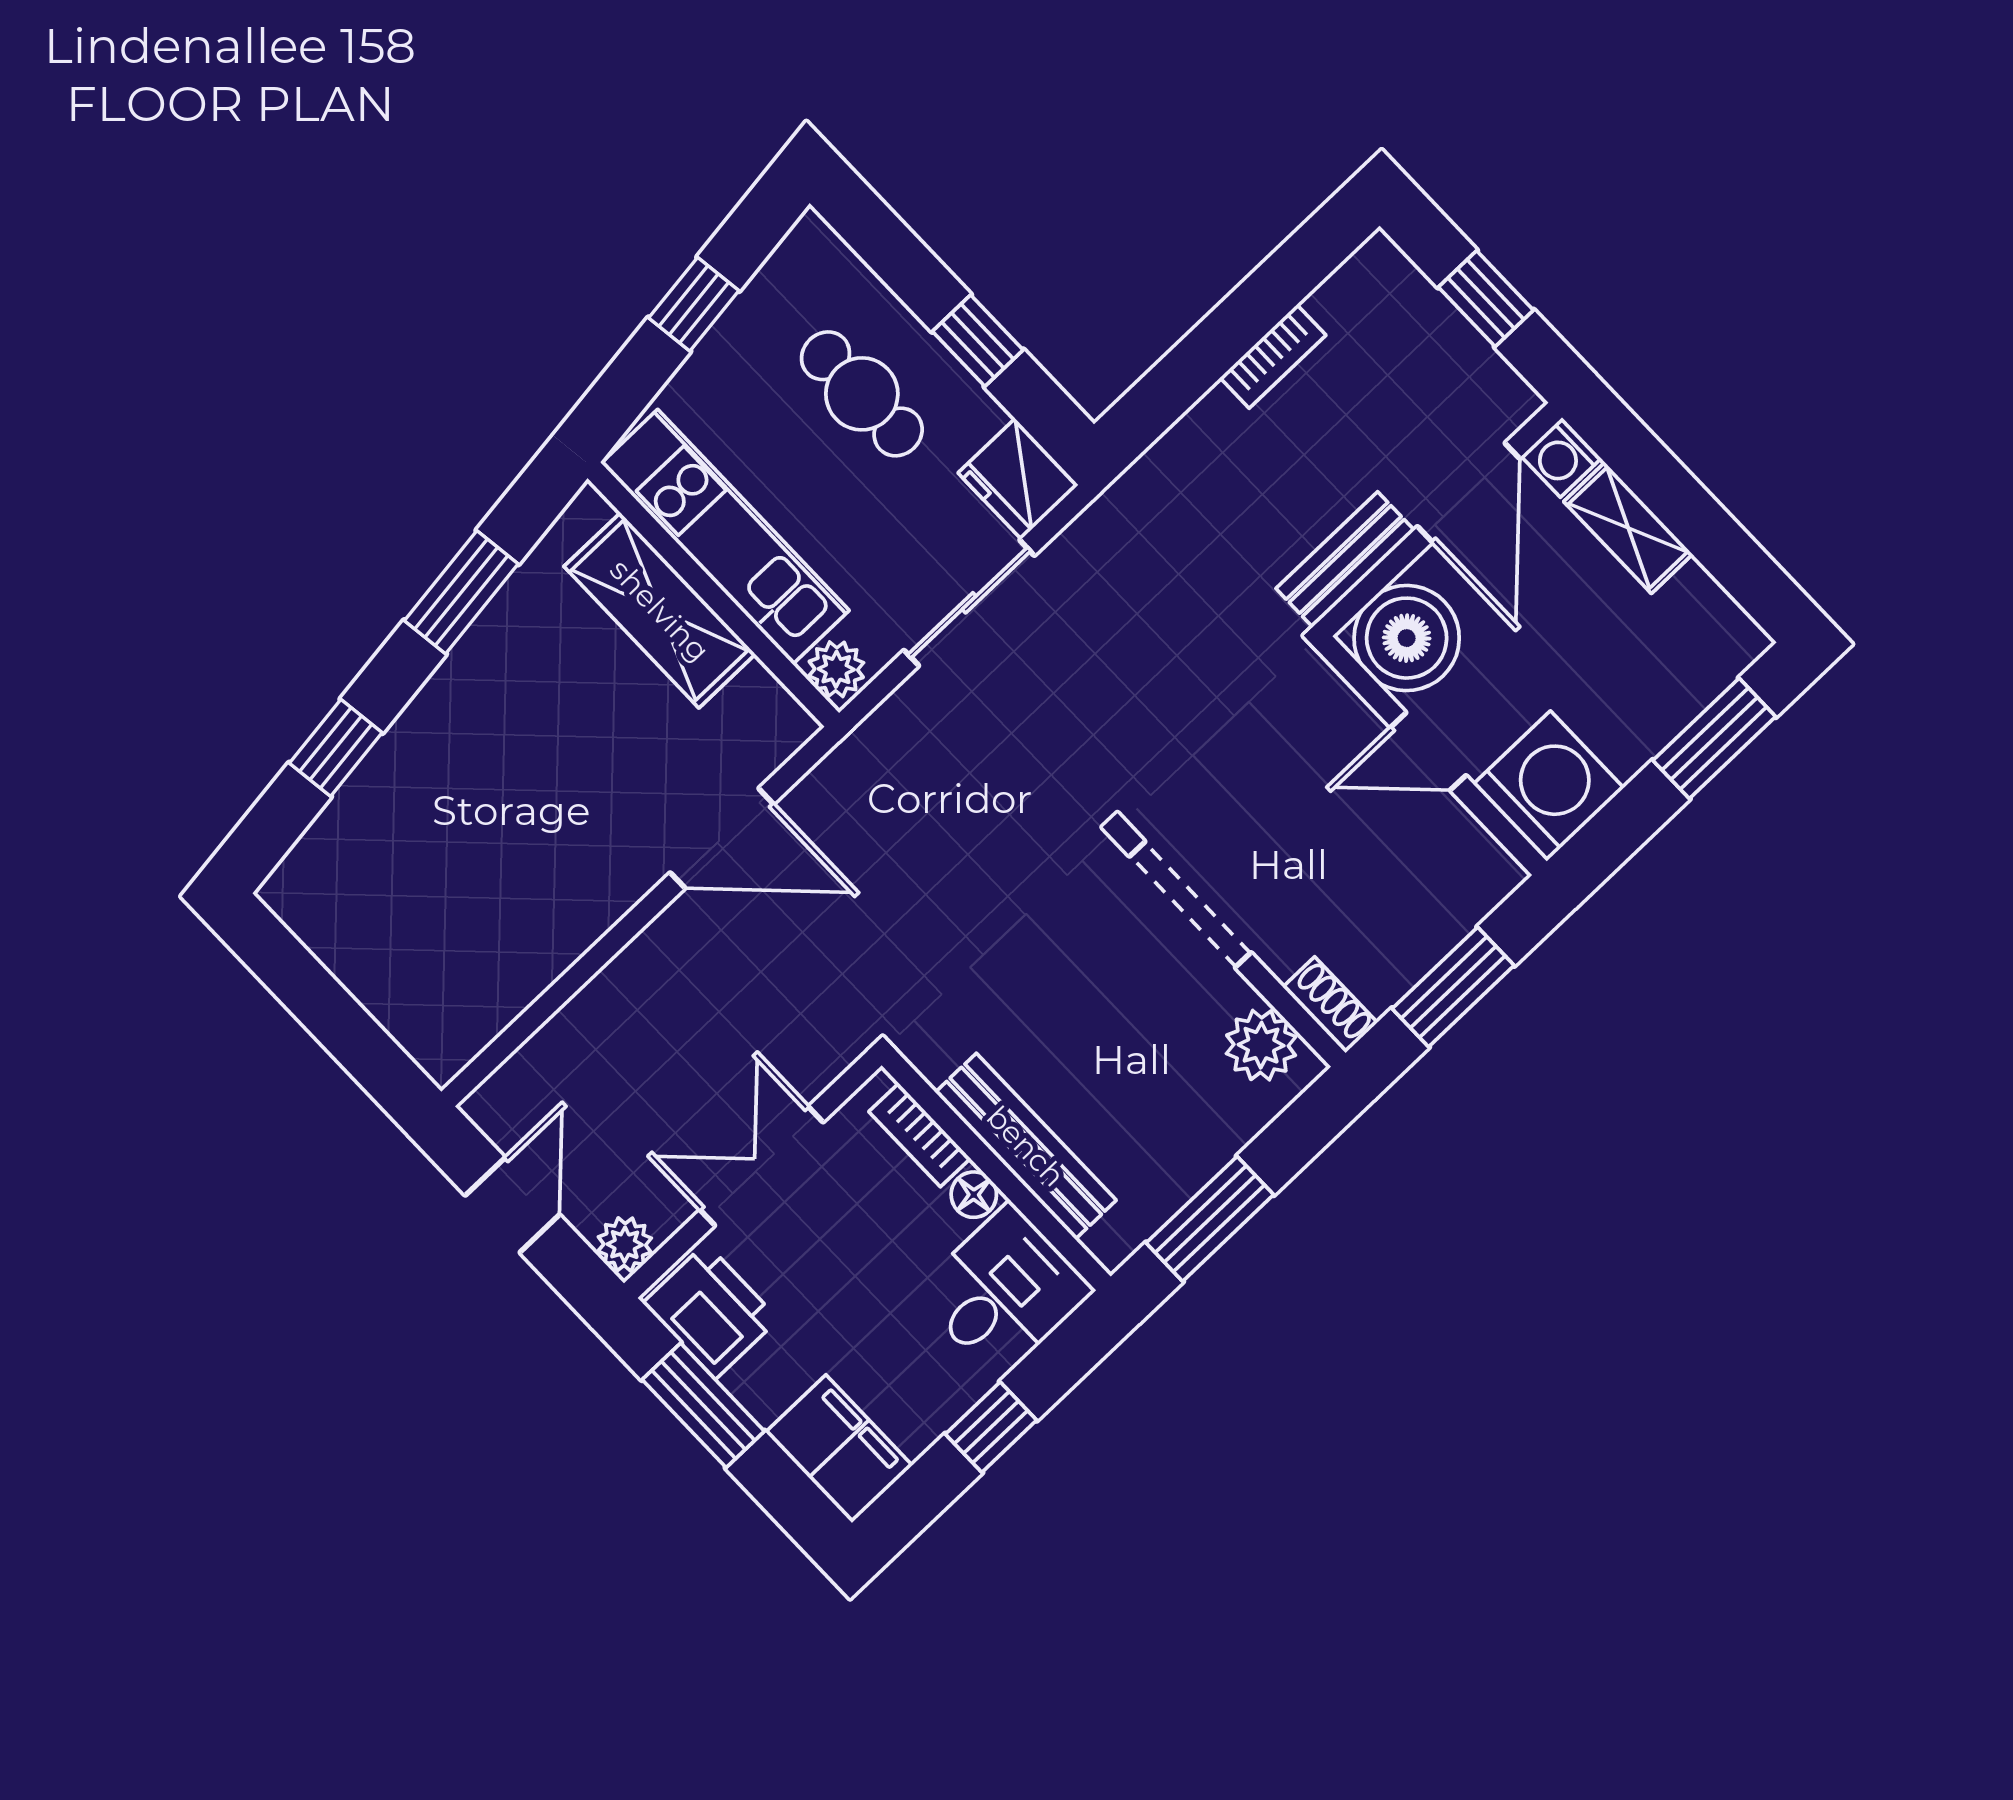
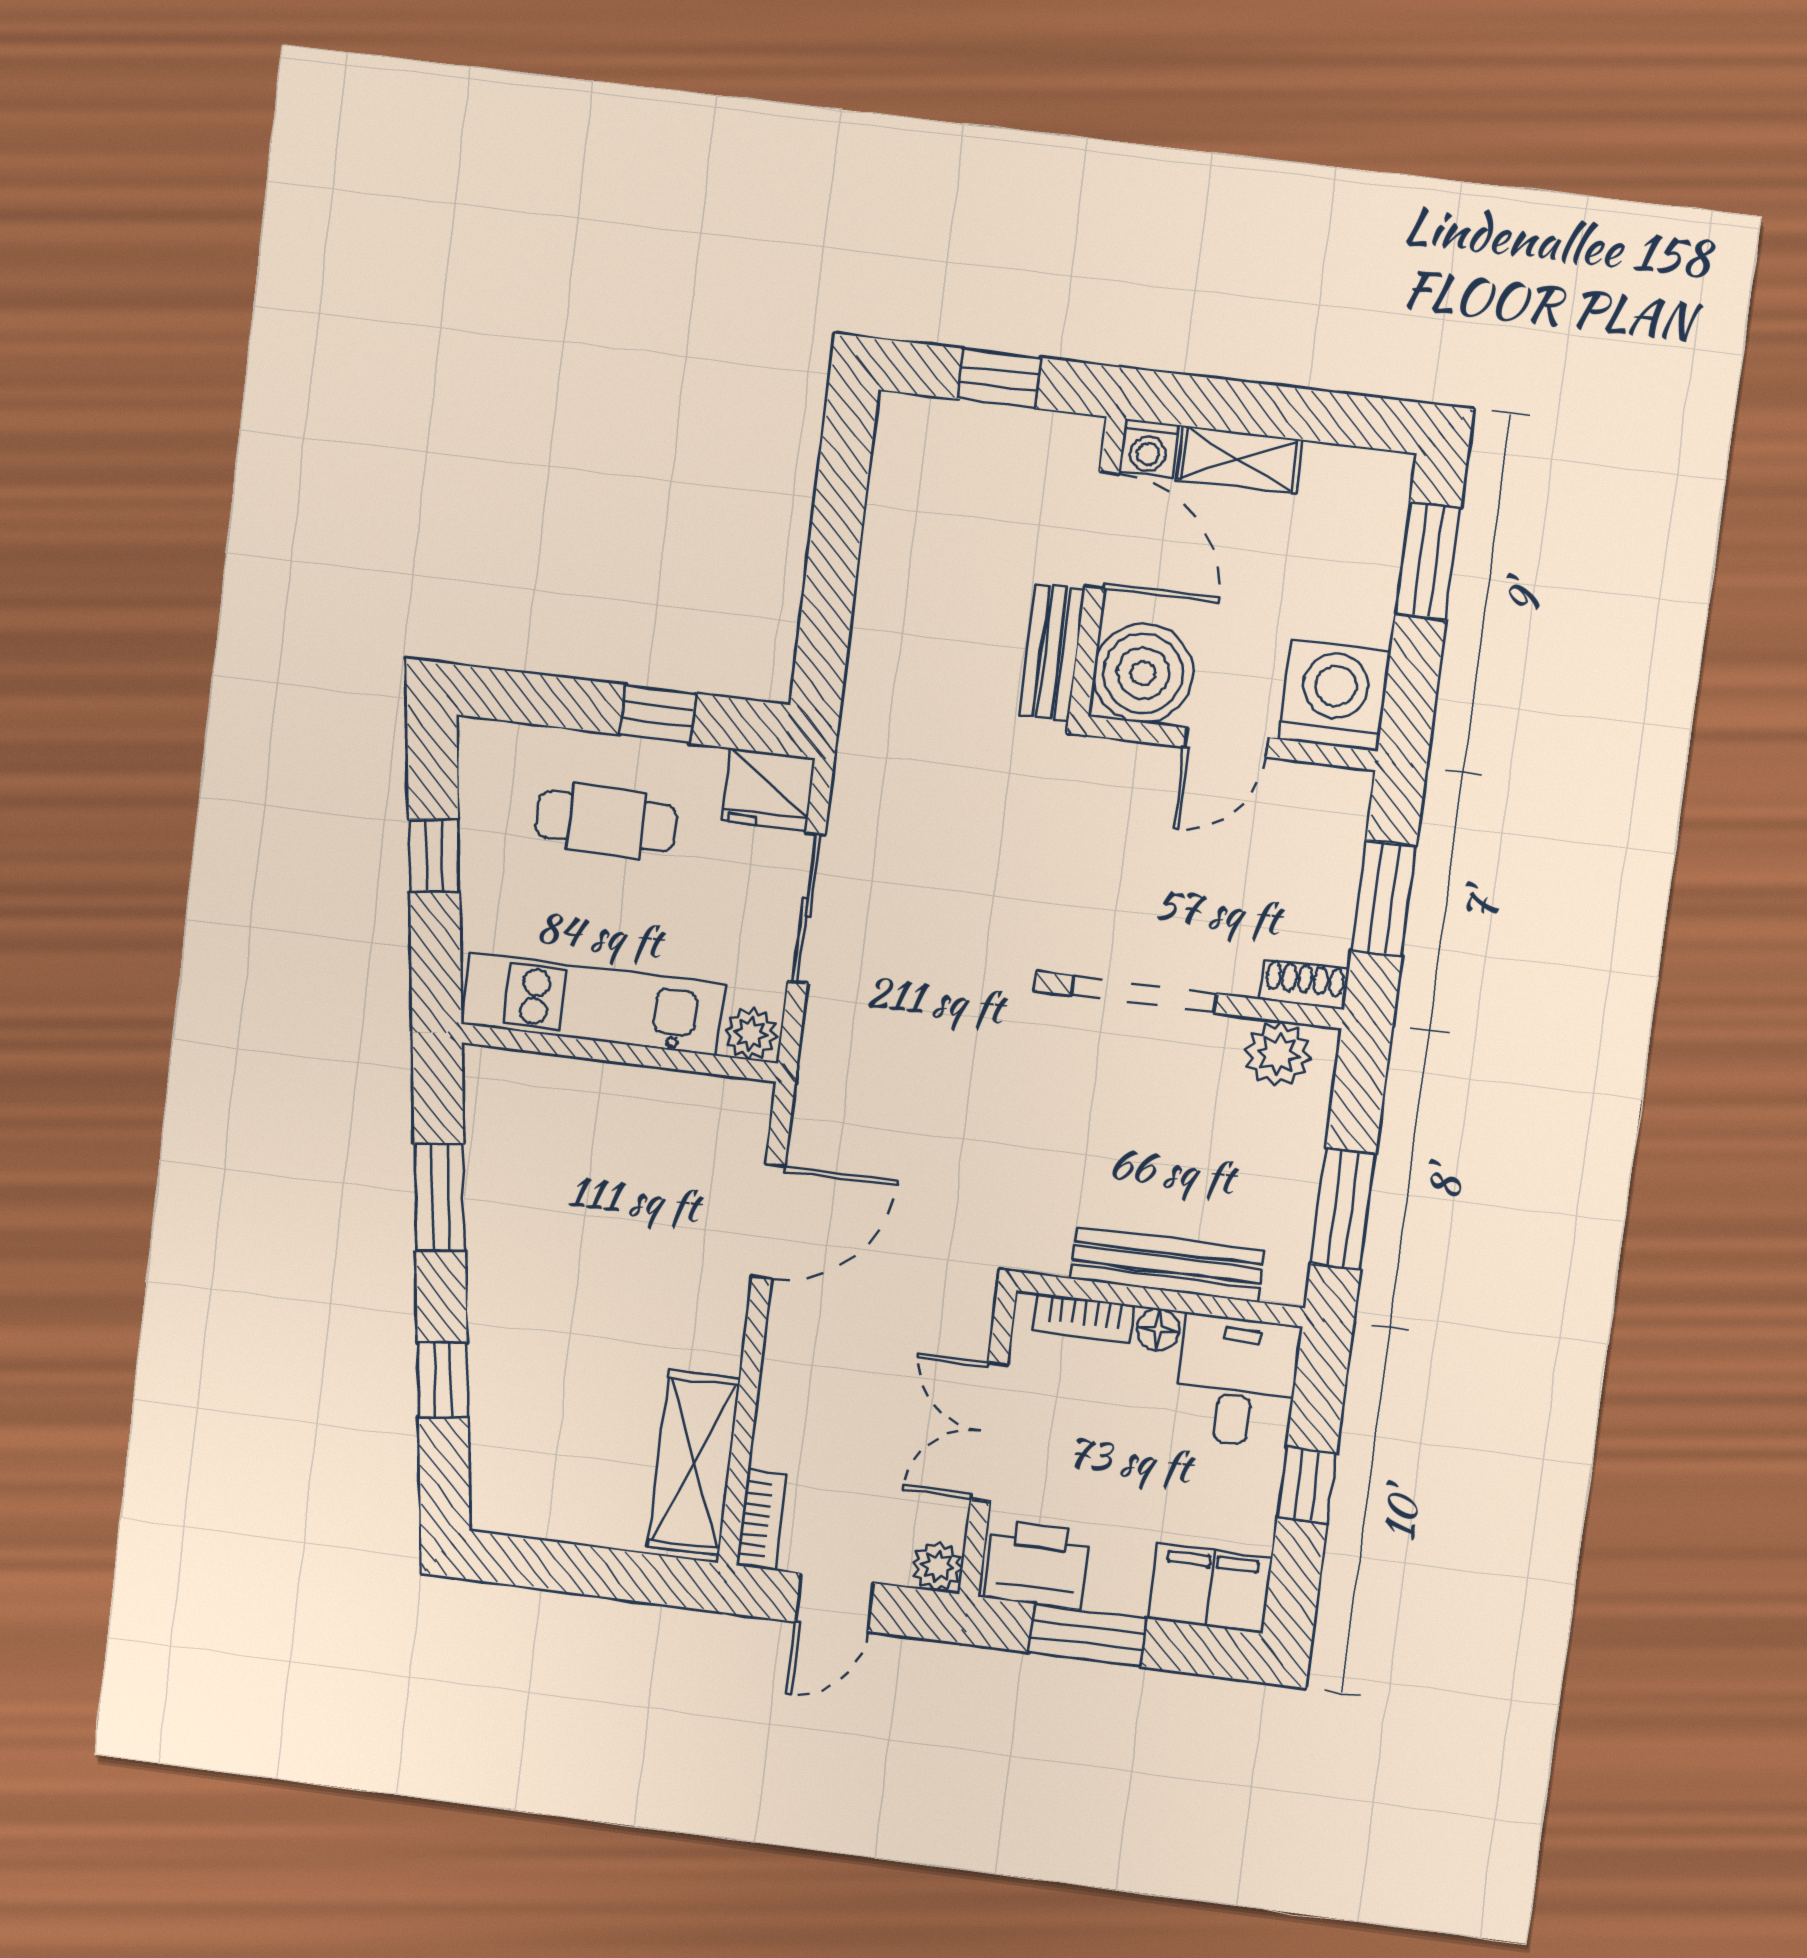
bookcase: (1273, 356) -> (761, 1520), moved
shelving: (660, 610) -> (694, 1463), moved, turned 90
door: (512, 1205) -> (835, 1602), swing flipped

